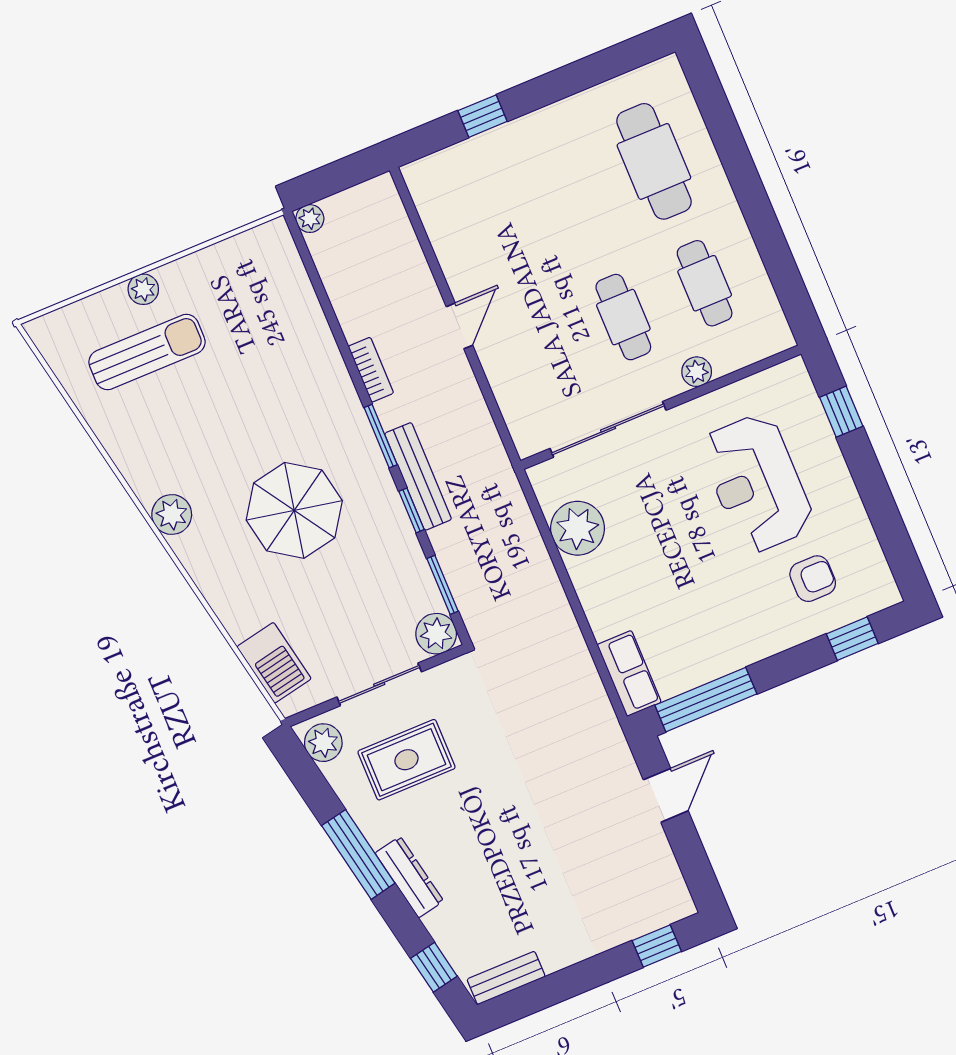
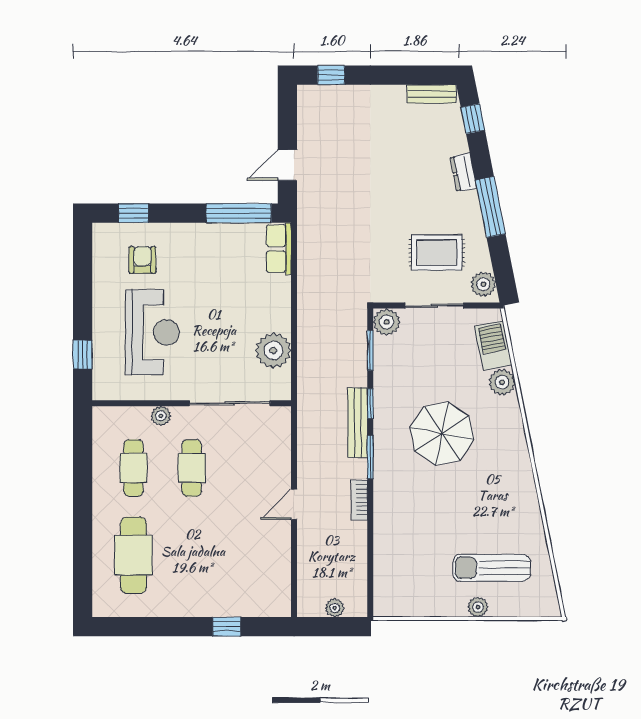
plant: (310, 219) -> (335, 608), moved
plant: (172, 514) -> (502, 382), moved
armchair: (813, 579) -> (142, 260), turned 90
dresser: (409, 877) -> (463, 172), width x0.70

